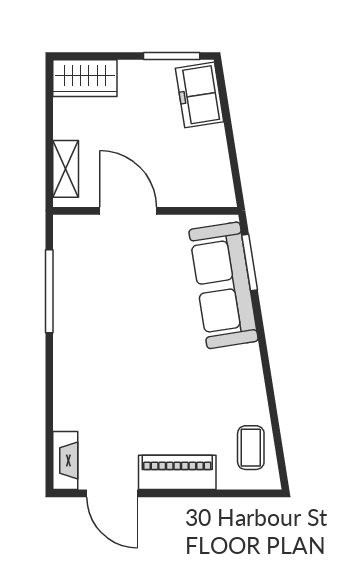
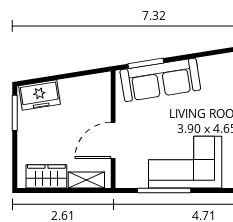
wardrobe: (85, 78) -> (46, 176), moved, turned -90
corner sofa: (94, 325) -> (185, 162), added

